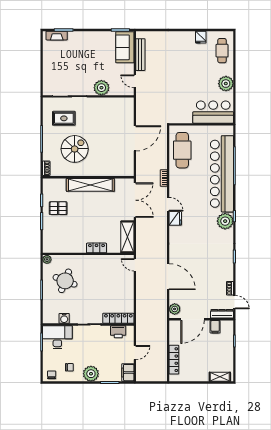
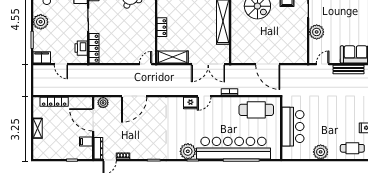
bar counter: (213, 112) -> (293, 127), moved
shelving: (220, 377) -> (38, 128), moved

